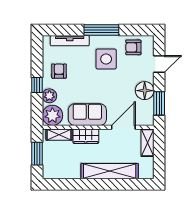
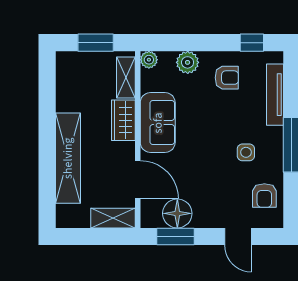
armchair: (133, 47) -> (264, 196), turned 180
side table: (106, 59) -> (246, 152), width x0.54, depth x0.54
window: (37, 85) -> (252, 43), moved
floor lamp: (145, 91) -> (177, 213), moved
plant: (52, 115) -> (149, 60), width x0.53, depth x0.53

